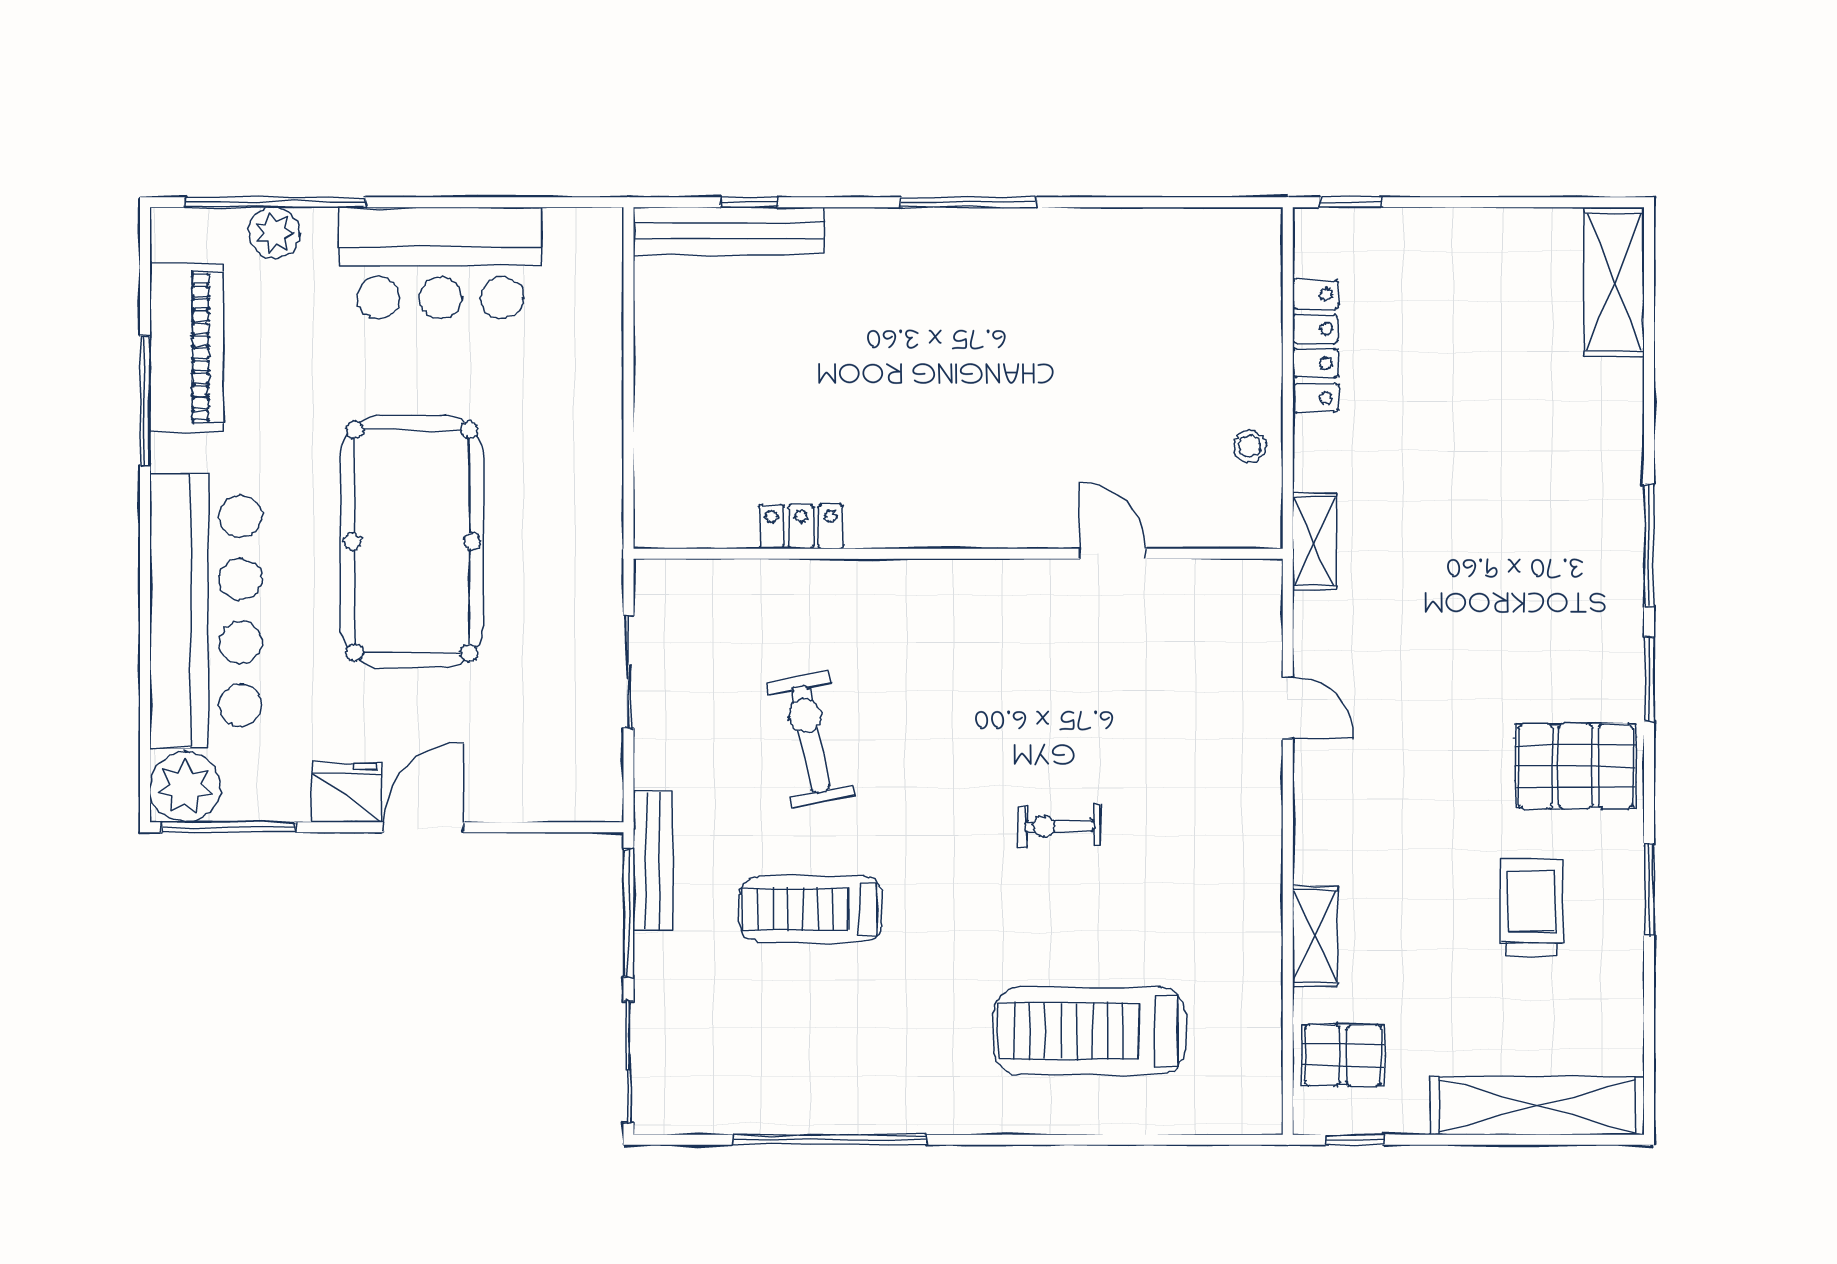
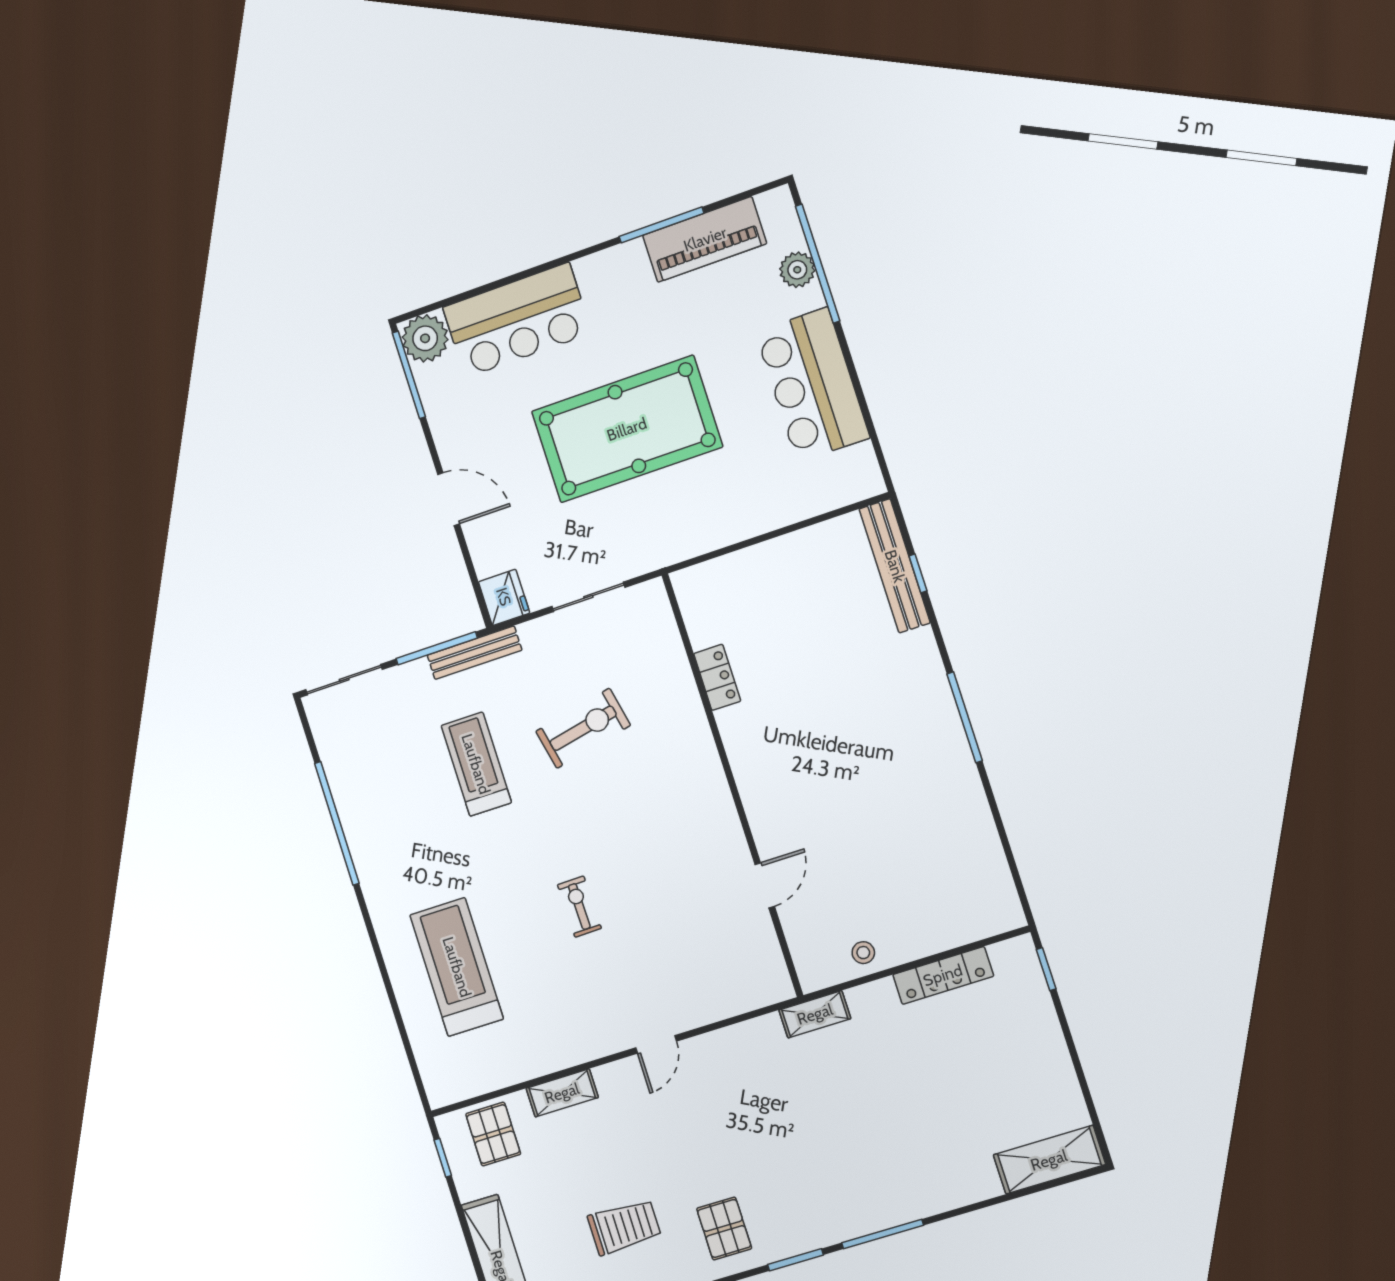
bar counter: (206, 611) -> (517, 320), width x0.73
door: (1288, 708) -> (656, 1044), moved
pallet: (1576, 766) -> (724, 1229), width x0.67, depth x0.71
fridge: (347, 793) -> (504, 597), moved

